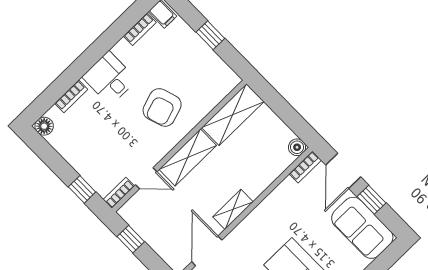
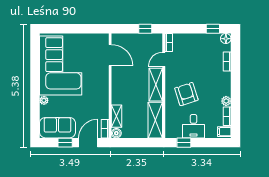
window: (210, 35) -> (184, 143), moved
plant: (122, 49) -> (226, 101), added
desk: (110, 78) -> (193, 126), moved, turned 90
door: (343, 171) -> (88, 143), hinge flipped
window: (82, 189) -> (213, 29), moved
shelving: (233, 209) -> (117, 116), moved

